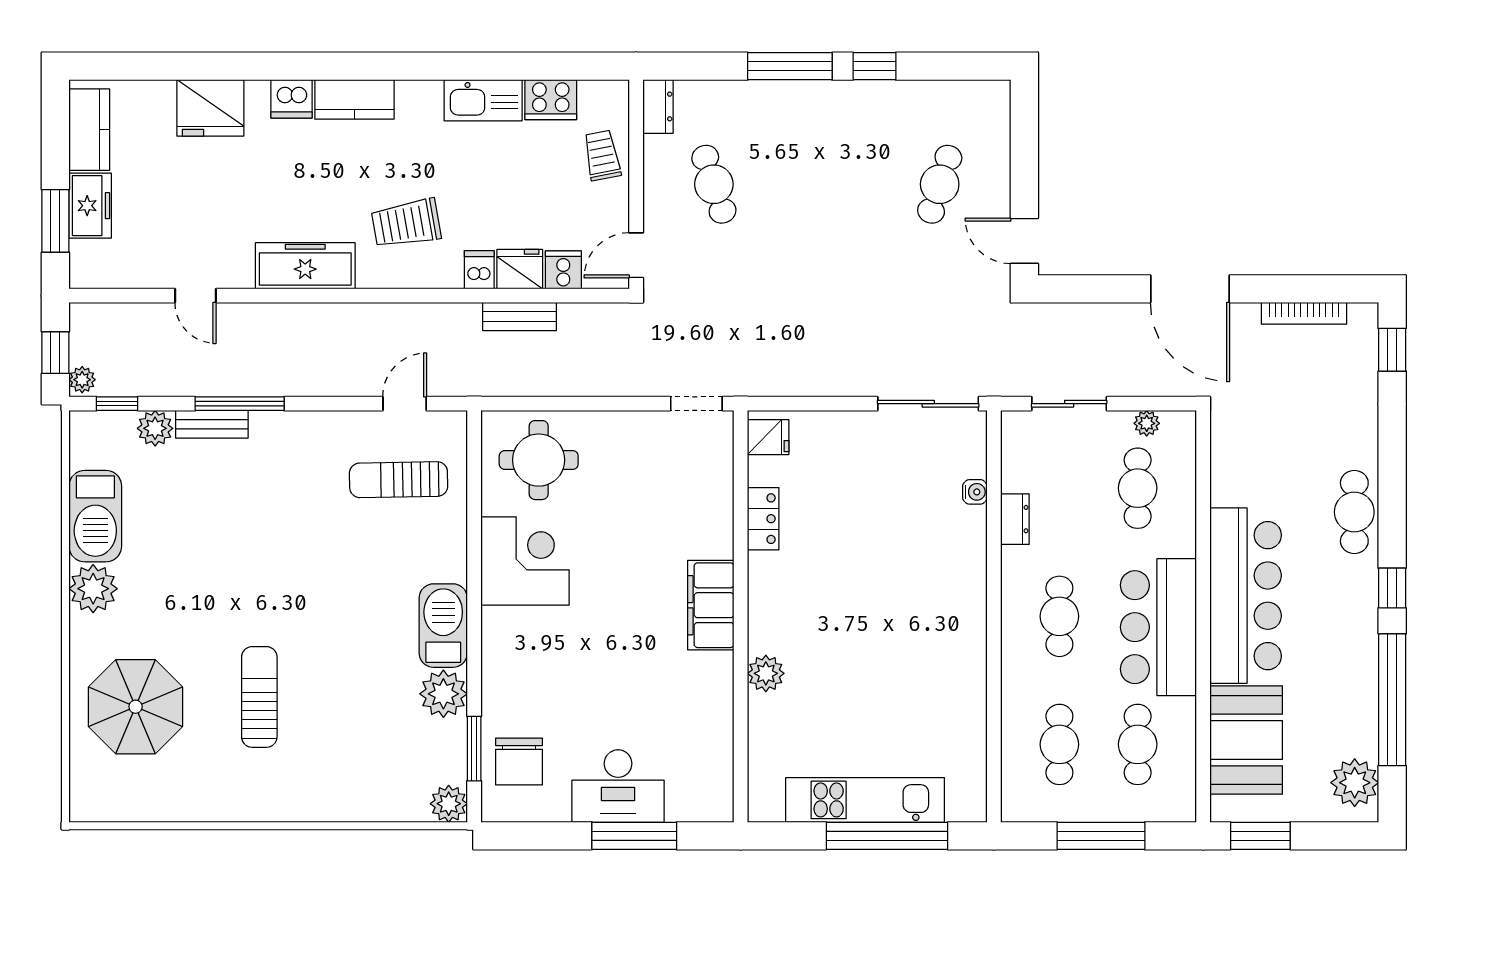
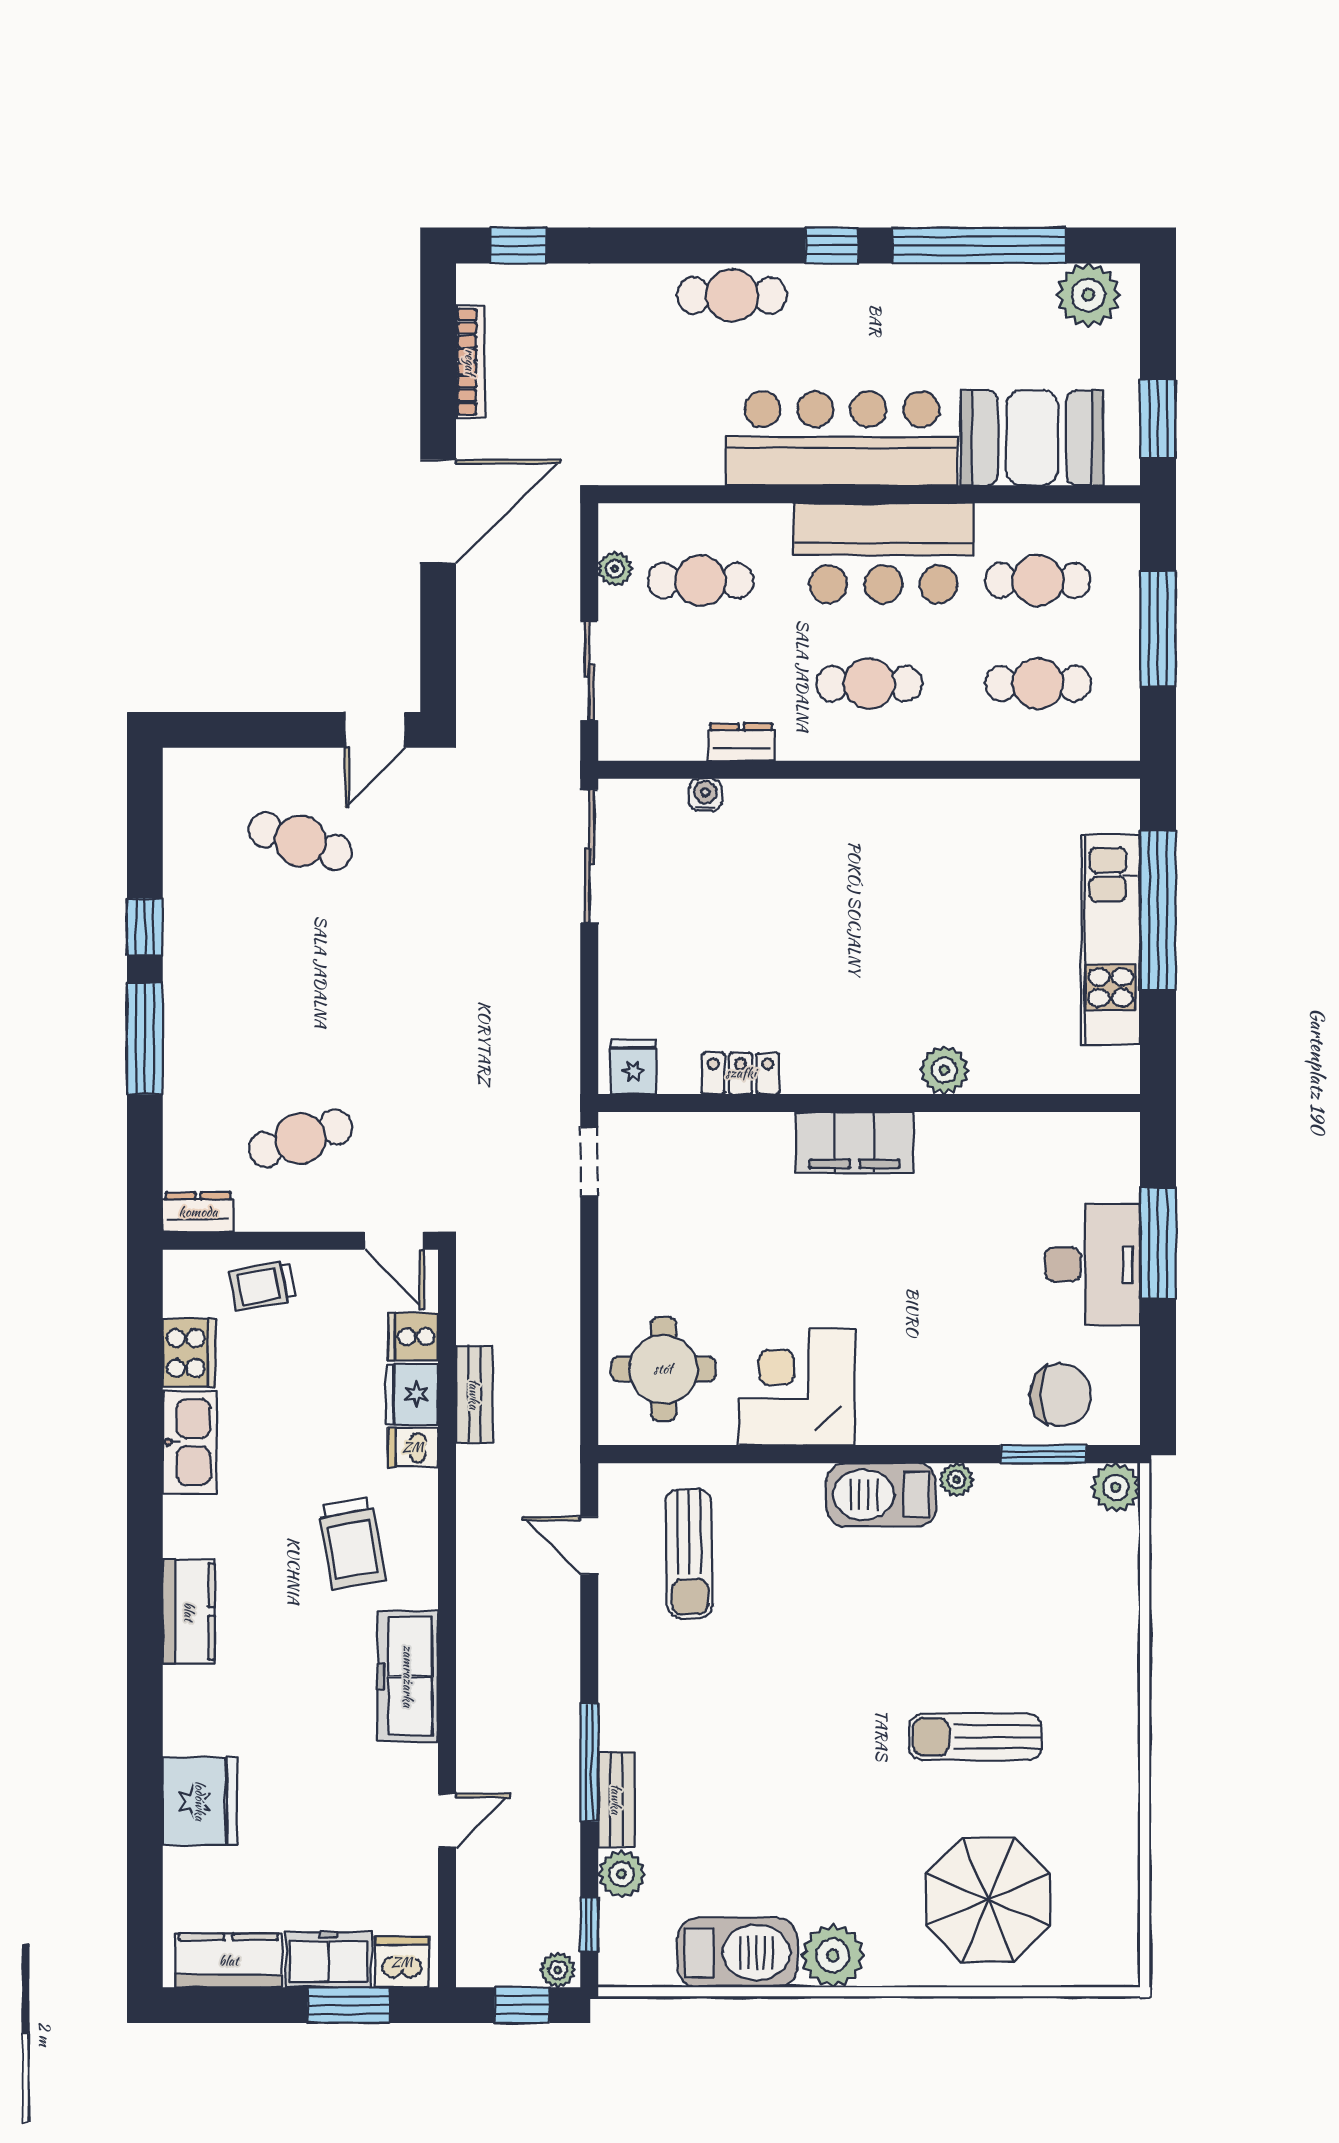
dishwasher: (292, 99) -> (402, 1962), moved, turned -90
plant: (443, 694) -> (956, 1480), width x0.53, depth x0.53

